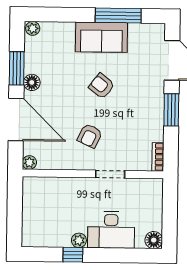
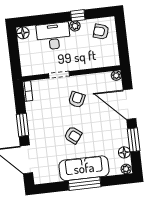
window: (118, 16) -> (85, 184), moved
sofa: (101, 37) -> (84, 168), width x1.36
floor lamp: (32, 82) -> (124, 152), moved
armchair: (43, 228) -> (101, 32), added

